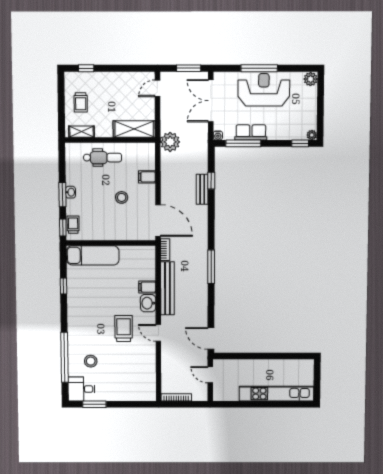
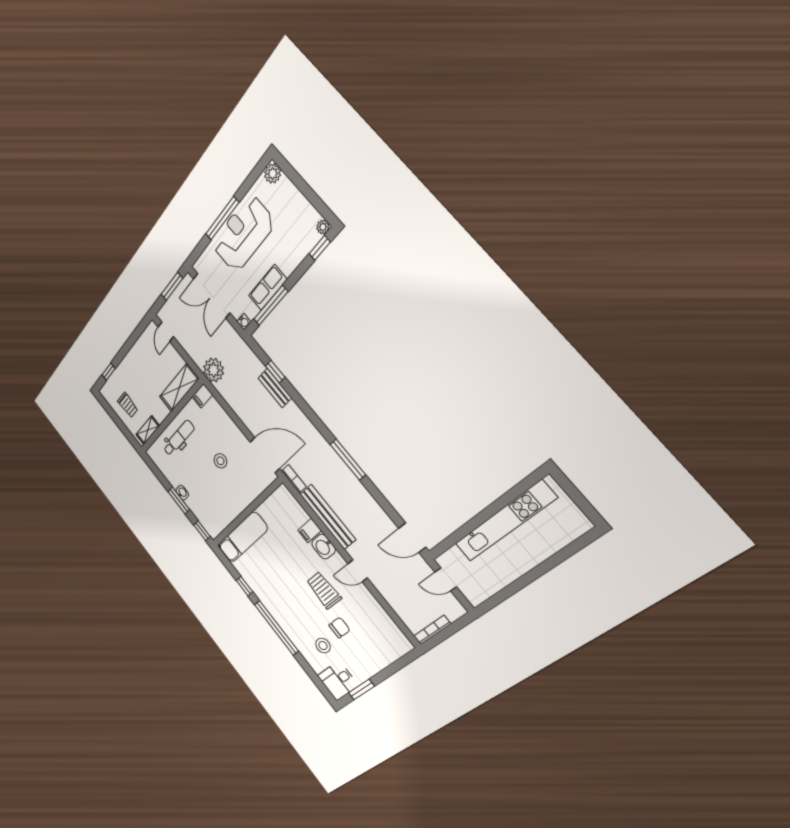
filing cabinet: (147, 177) -> (202, 396), moved
trolley: (73, 225) -> (207, 521), removed
window: (65, 357) -> (276, 628), moved
chair: (114, 358) -> (339, 628), added
kitchen unit: (276, 394) -> (505, 521), moved, turned 180

